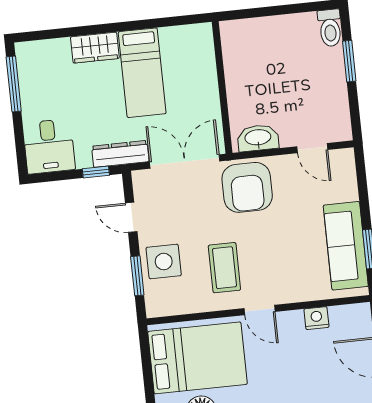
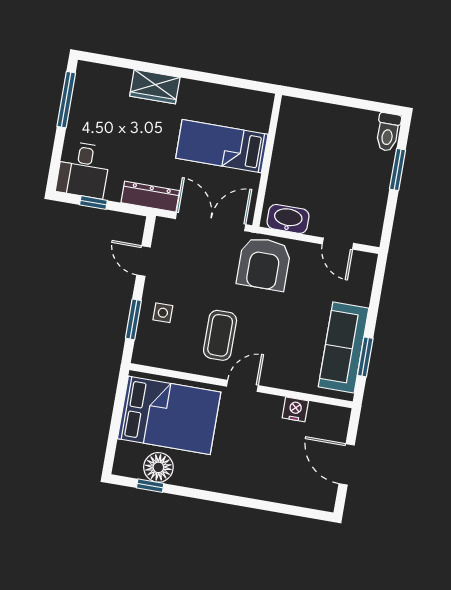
bed: (142, 73) -> (222, 146), moved, turned 90
window: (96, 172) -> (93, 203), moved
side table: (164, 262) -> (163, 313), width x0.54, depth x0.54
door: (260, 310) -> (242, 386), swing flipped

